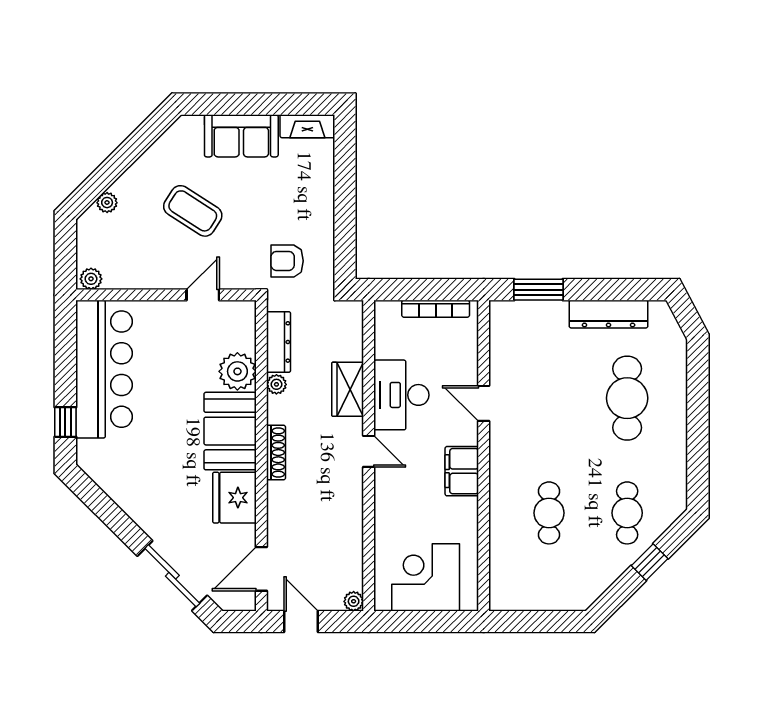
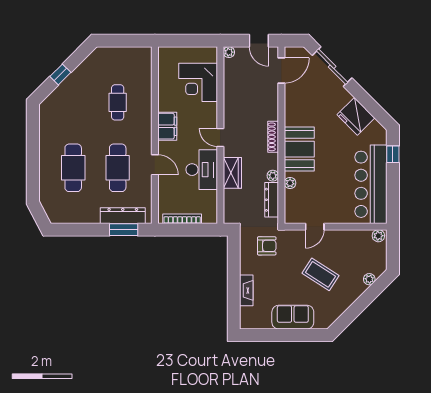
fireplace: (307, 126) -> (246, 290), moved, turned 90
dresser: (609, 314) -> (123, 216), moved
plant: (237, 371) -> (290, 183), width x0.53, depth x0.53
fridge: (235, 498) -> (356, 116), moved, turned 135
cafe table: (627, 513) -> (118, 168), moved, width x1.37, depth x1.35
corner desk: (426, 577) -> (198, 82), moved, turned 90

